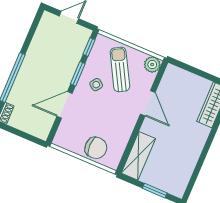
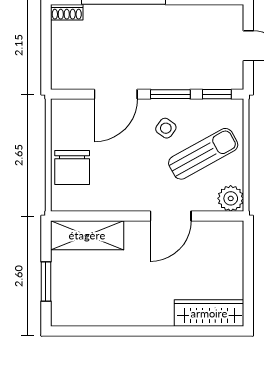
door: (65, 105) -> (116, 94), swing flipped

